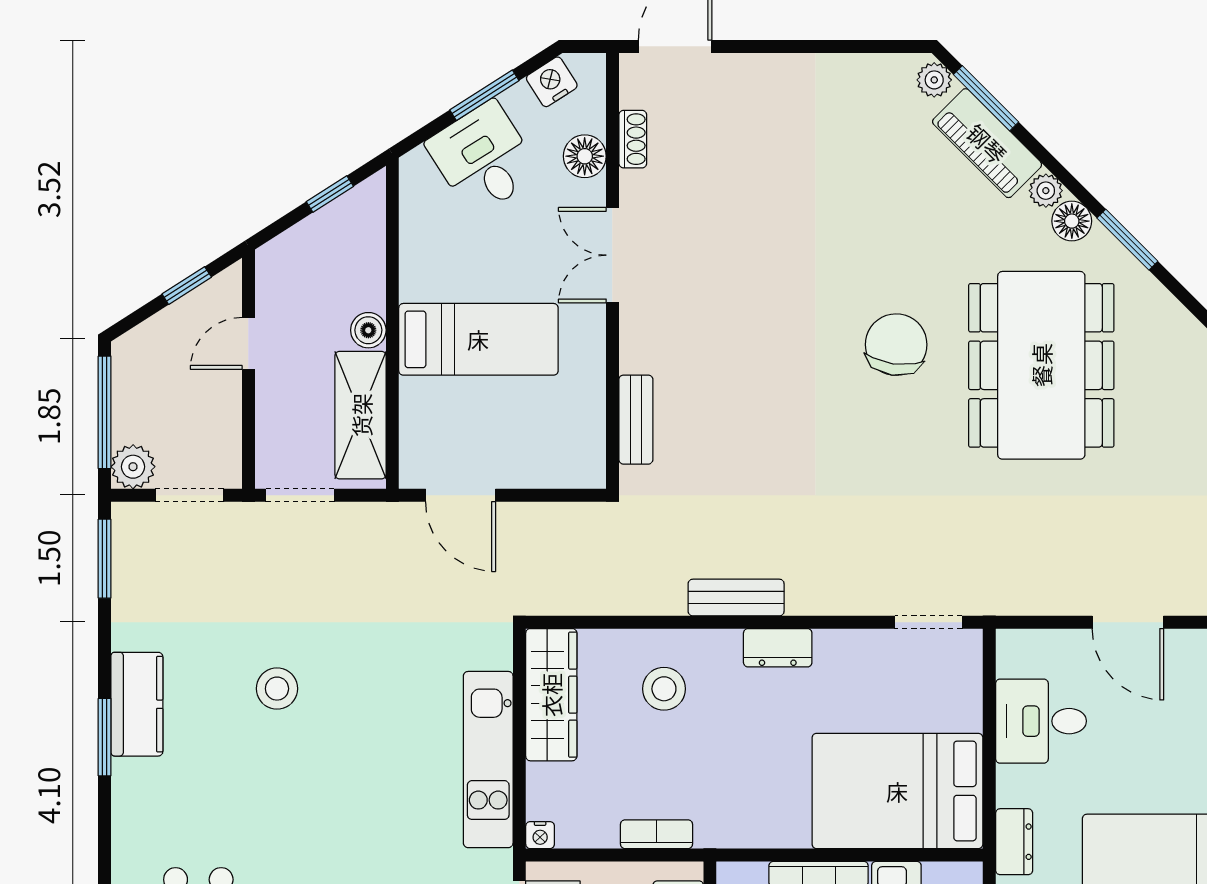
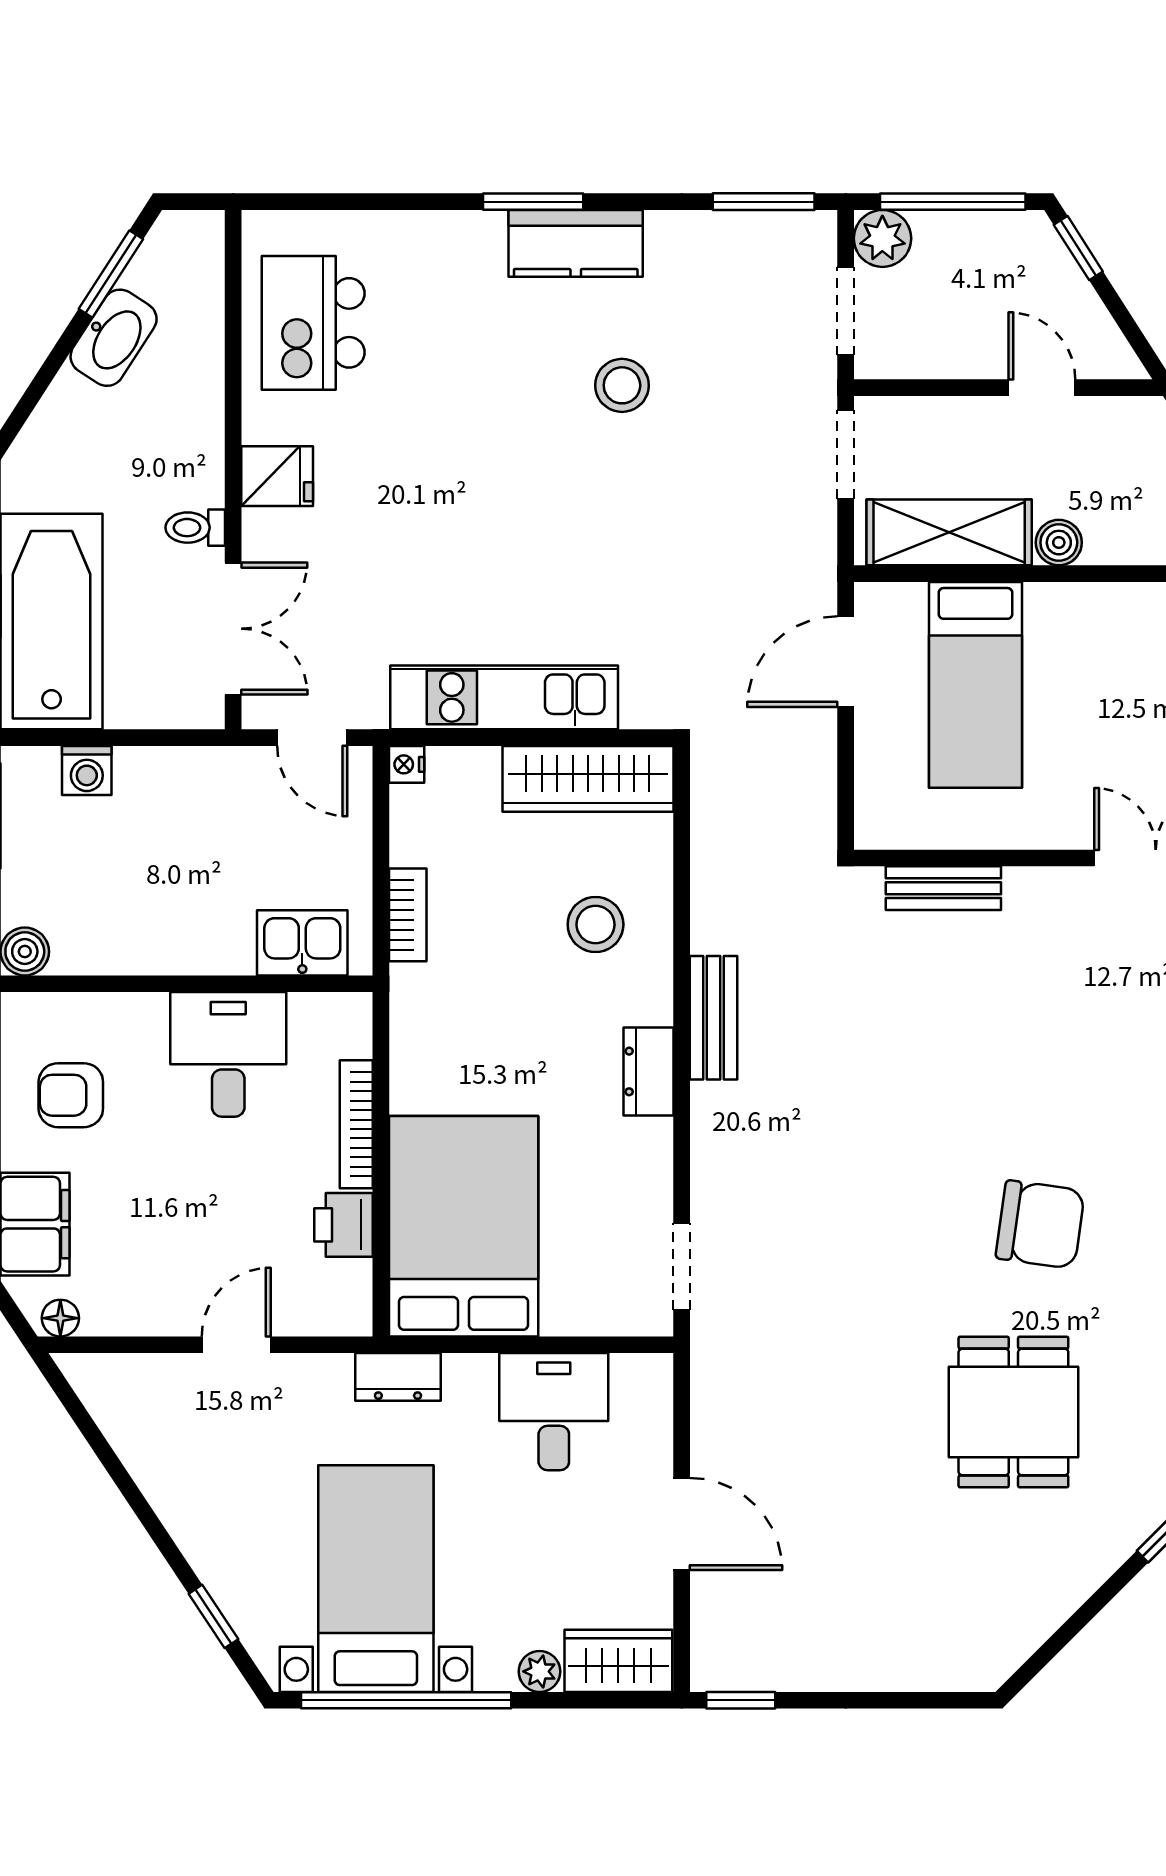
window: (187, 286) -> (1078, 248), moved
bed: (478, 339) -> (975, 685), moved
dining table: (1041, 365) -> (1013, 1412), width x0.53, depth x0.80
door: (1128, 622) -> (682, 1524), swing flipped
stool: (277, 689) -> (622, 385), moved

